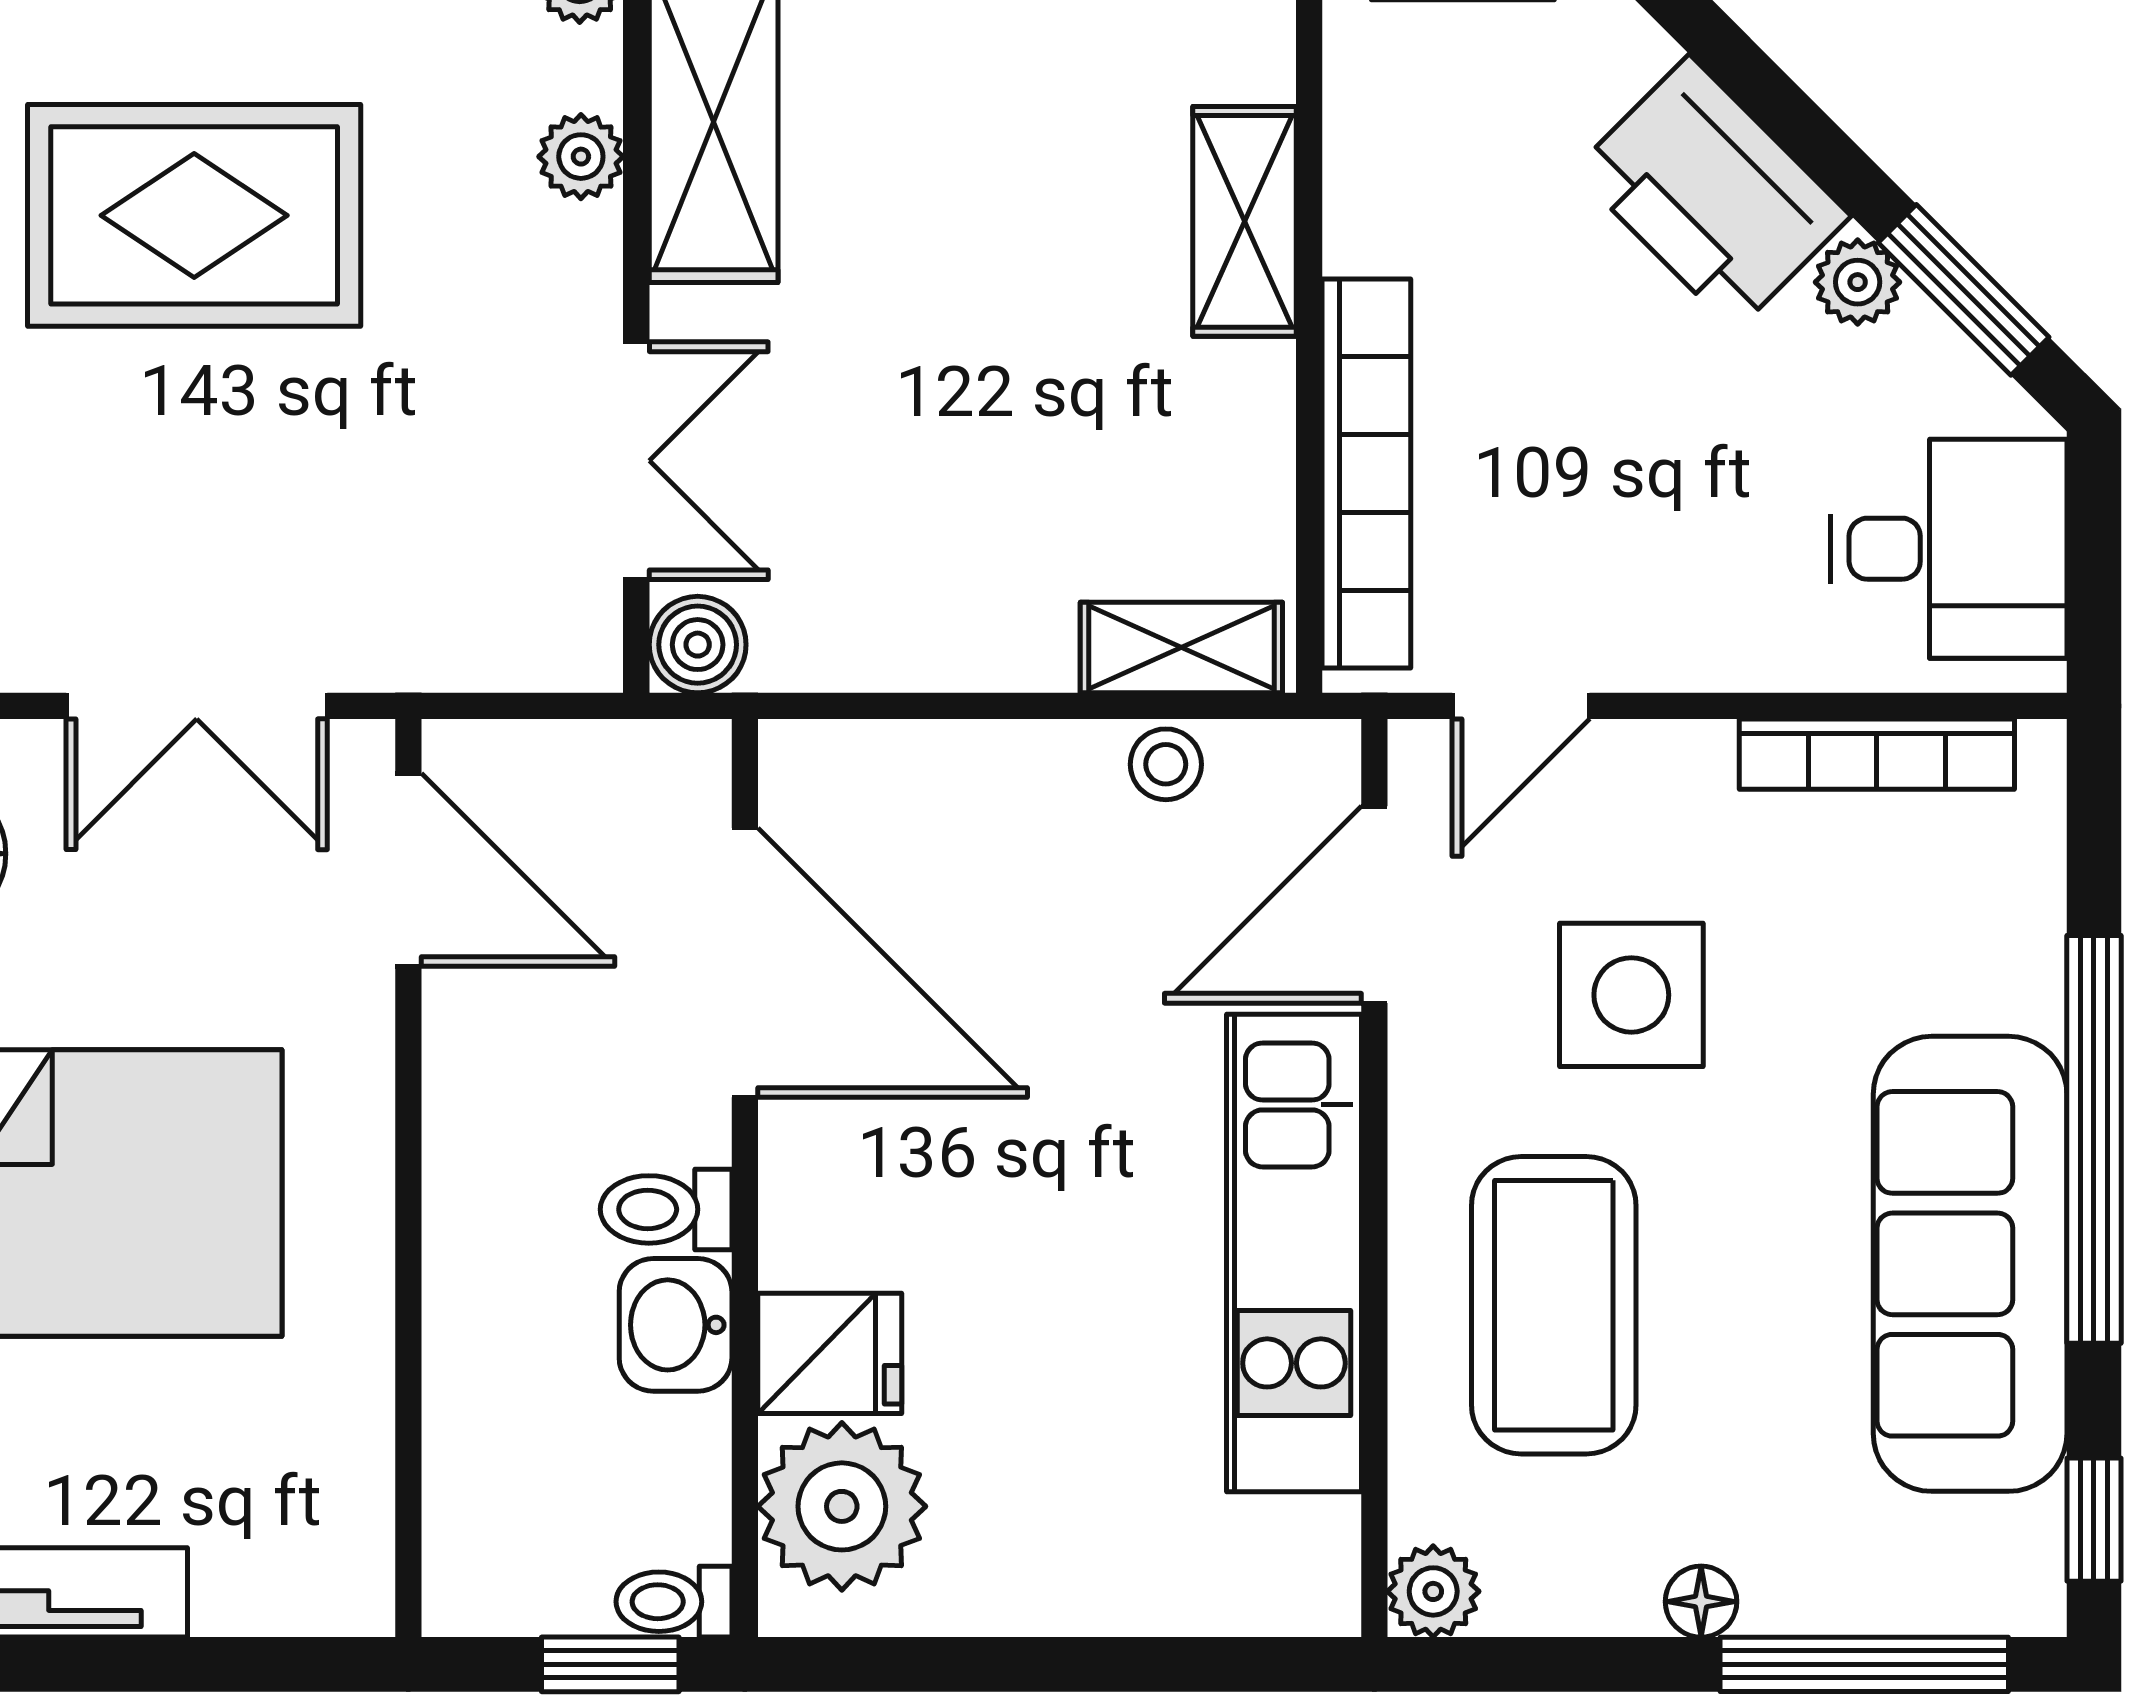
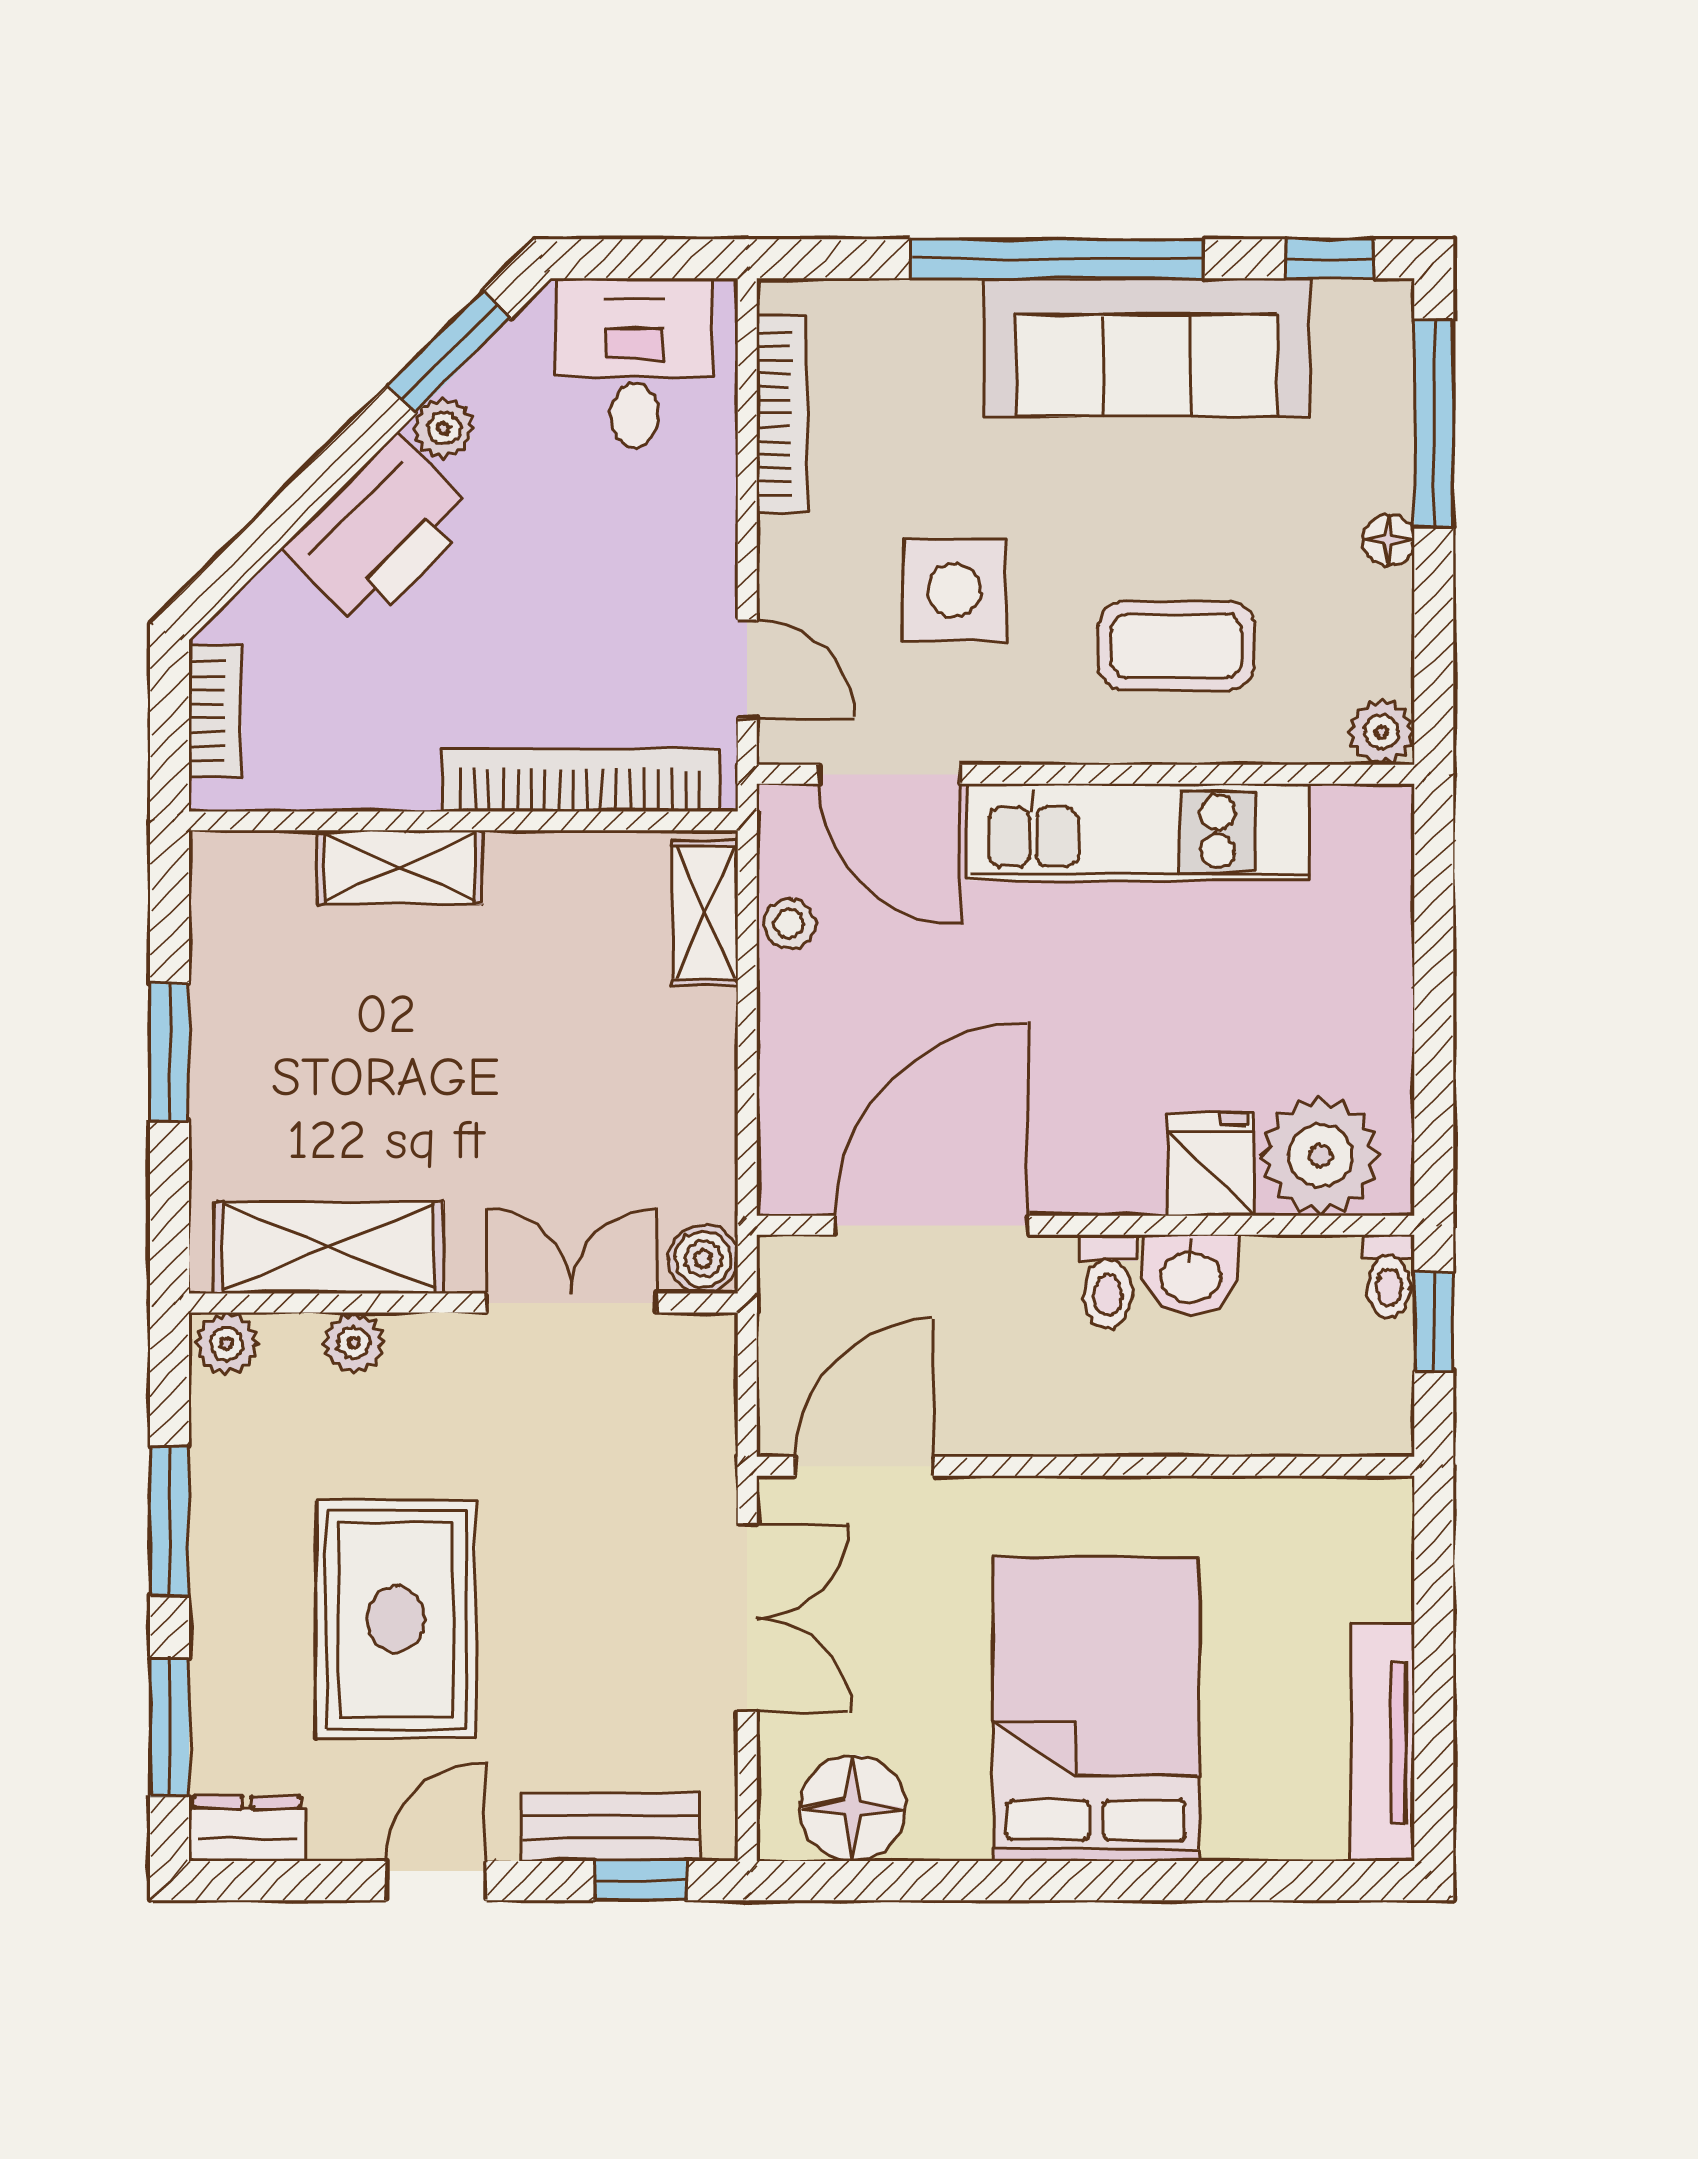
coffee table: (1554, 1305) -> (1176, 646), width x0.73, depth x0.76

